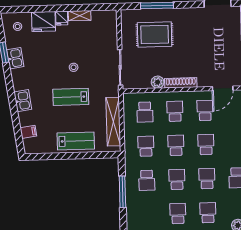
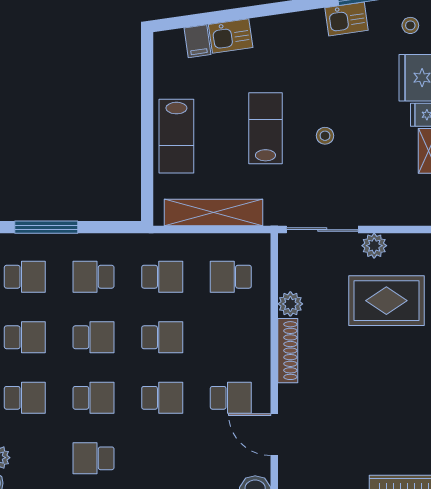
rug: (155, 34) -> (386, 301), turned 90
plant: (127, 41) -> (374, 246), added
kitchen sink: (23, 101) -> (231, 36), moved
school desk: (175, 111) -> (25, 277), moved
window: (122, 192) -> (46, 227), moved

